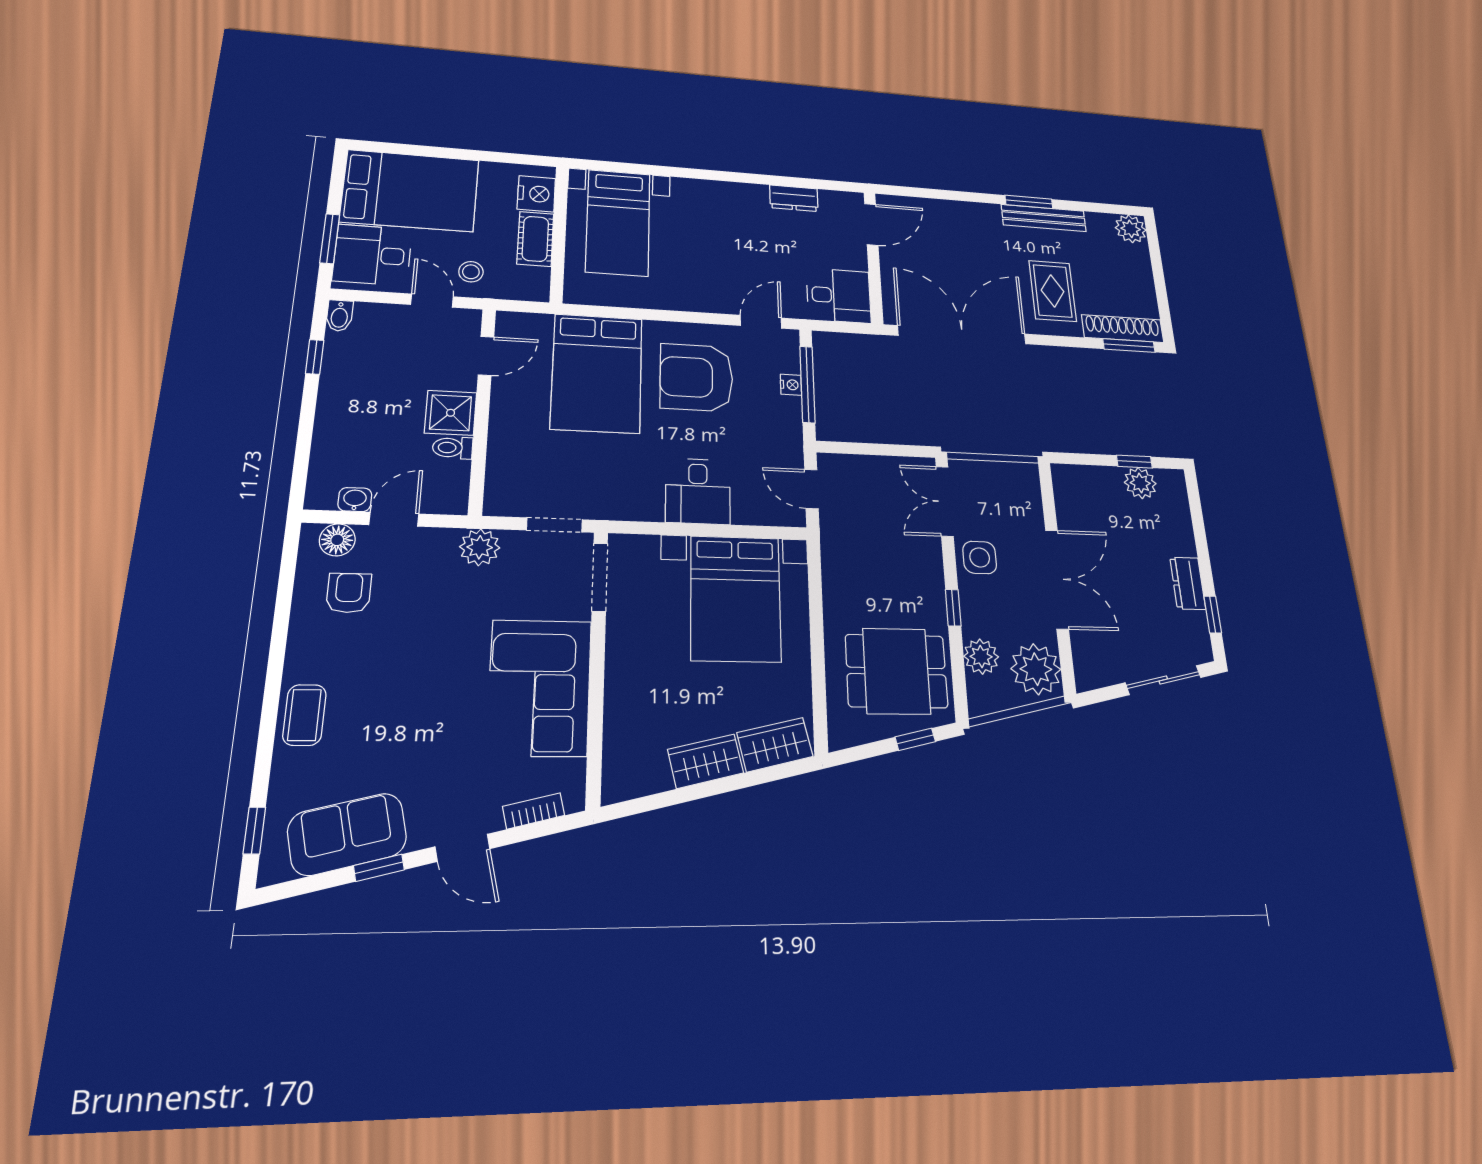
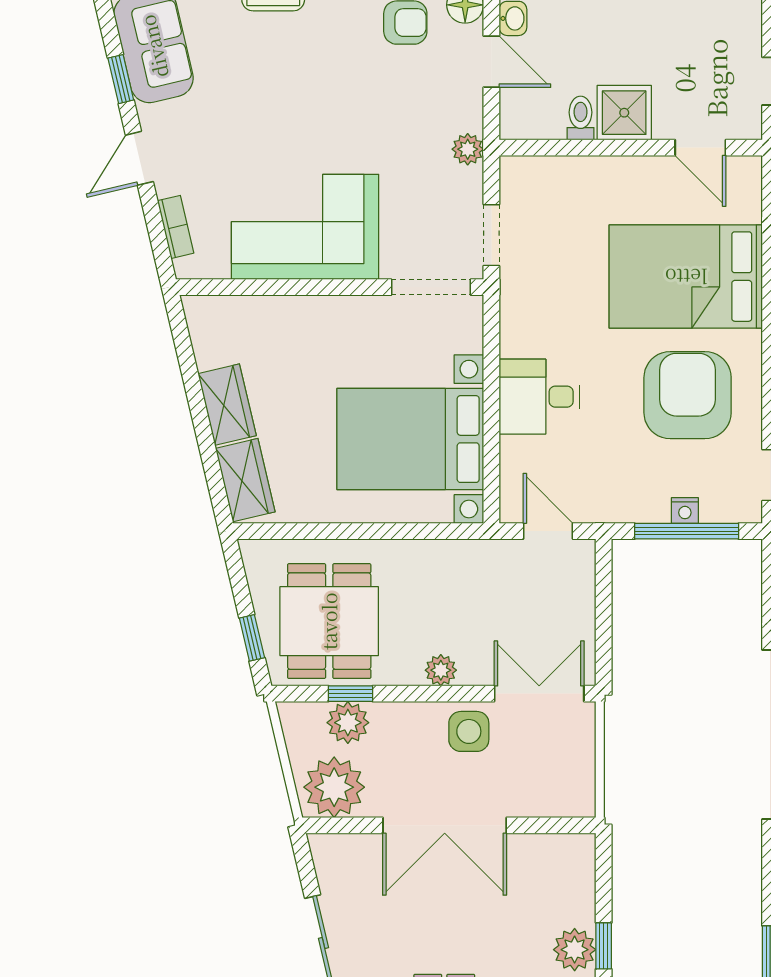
door: (811, 489) -> (548, 531), hinge flipped
plant: (480, 547) -> (468, 149), width x0.73, depth x0.73
plant: (932, 578) -> (441, 670), added
window: (953, 608) -> (351, 694), moved

